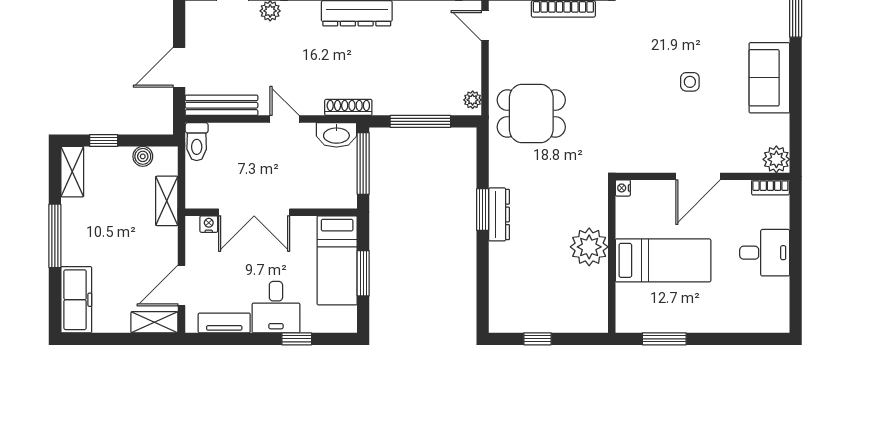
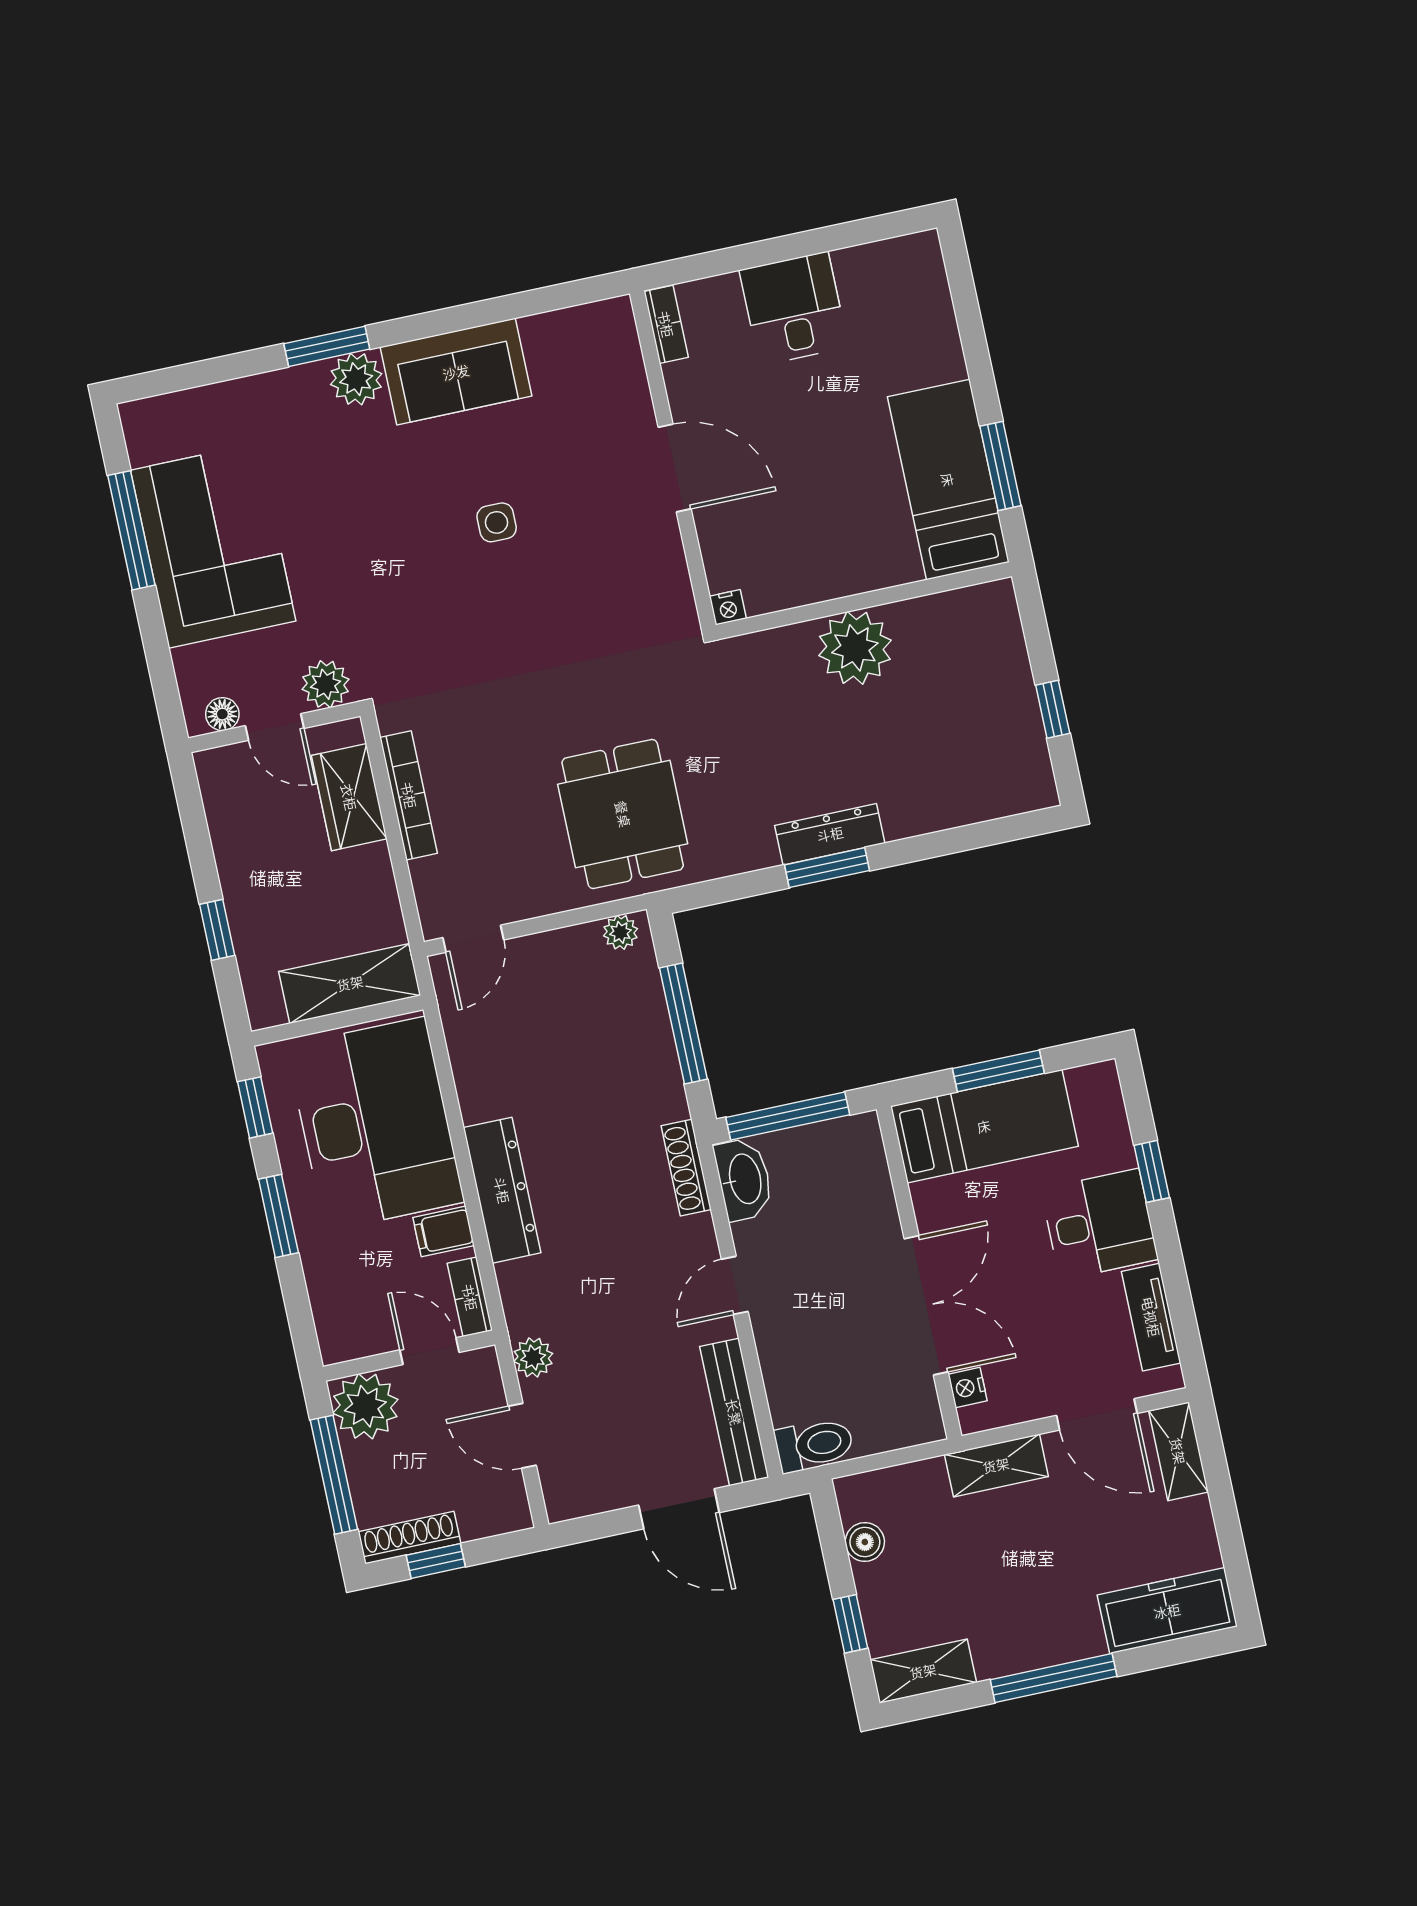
plant: (776, 159) -> (356, 379), moved
shelving: (167, 201) -> (996, 1465), moved
bed: (663, 260) -> (948, 480), moved

